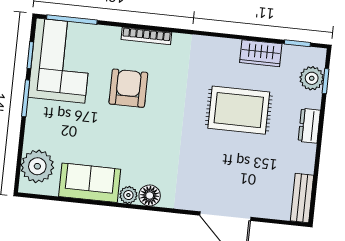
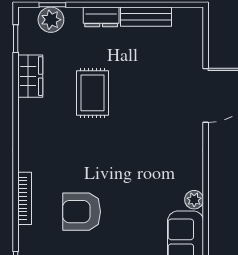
rug: (239, 110) -> (92, 93), width x0.73, depth x0.70
floor lamp: (150, 195) -> (192, 177), removed
bench: (302, 198) -> (146, 17), moved

